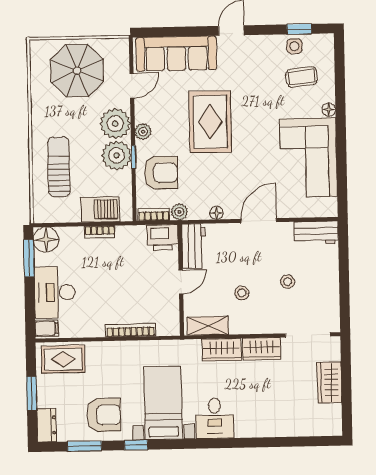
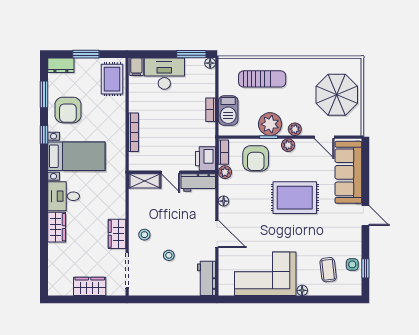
plant: (115, 124) -> (295, 129), width x0.53, depth x0.53
floor lamp: (46, 240) -> (210, 63), width x0.53, depth x0.53
stool: (242, 293) -> (144, 235), moved
shelving: (208, 326) -> (145, 181), moved, turned 90
wardrobe: (222, 350) -> (57, 227), moved, turned 180

